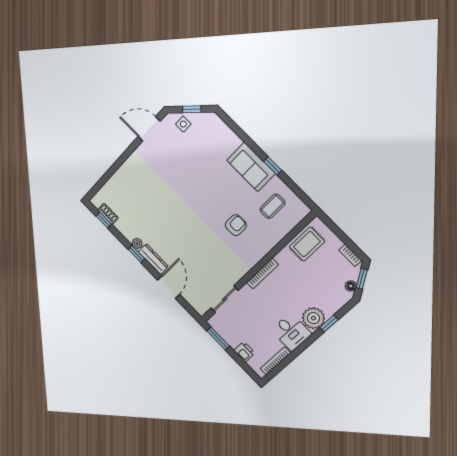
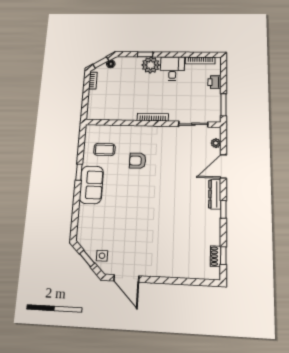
plant: (137, 243) -> (216, 143), moved
rug: (307, 244) -> (109, 109), removed

